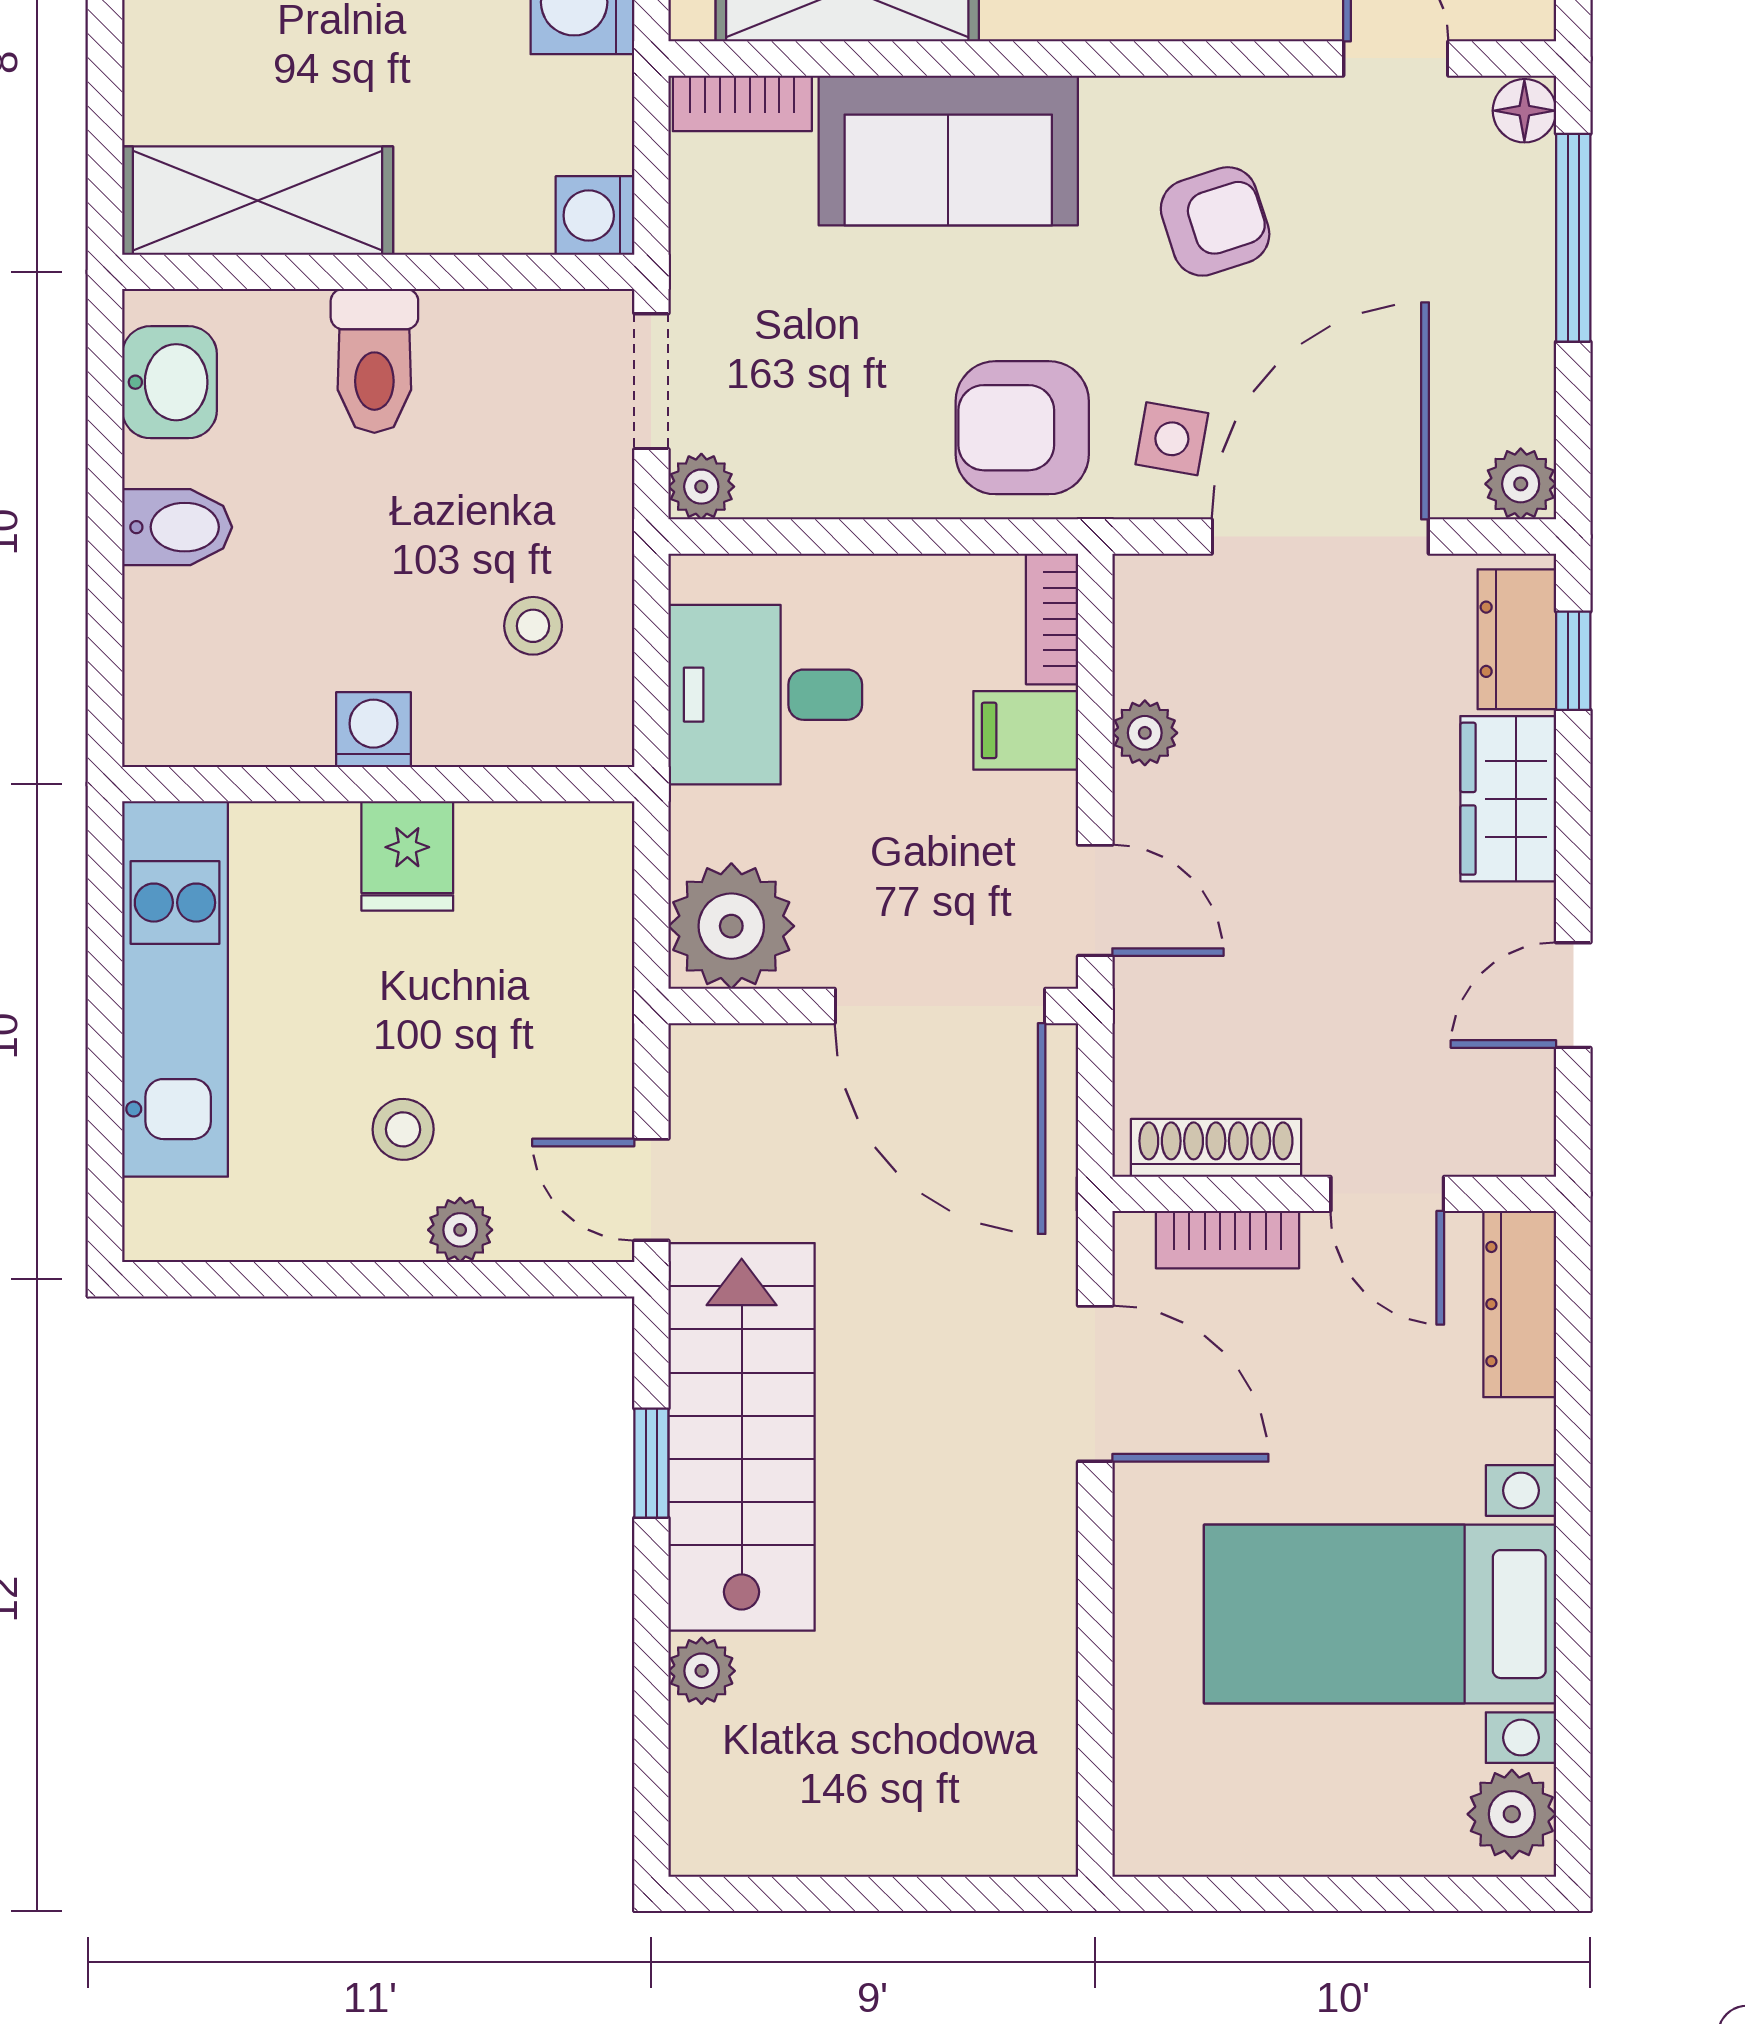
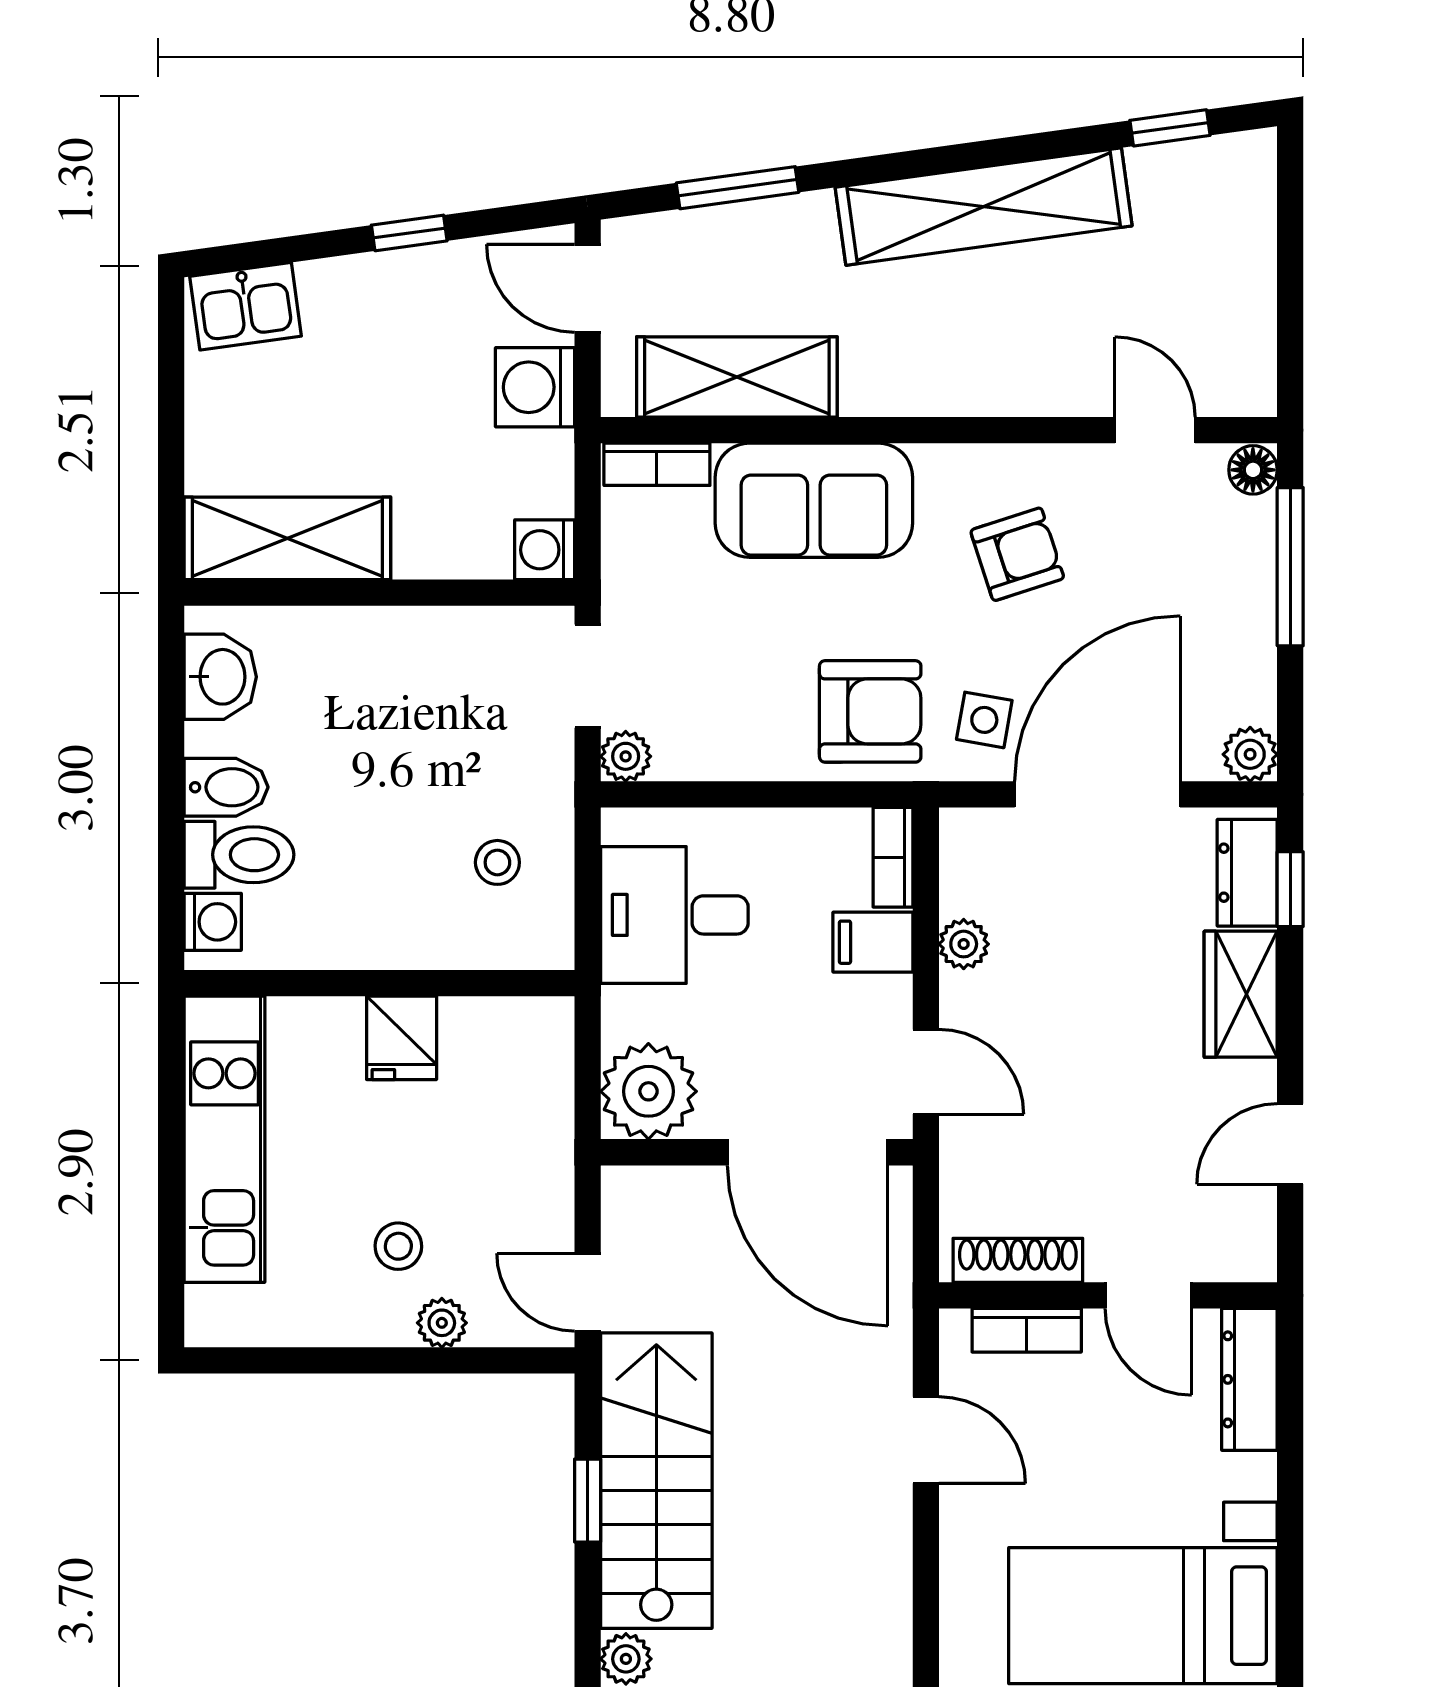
toilet: (374, 361) -> (239, 855), moved, turned -90
armchair: (1022, 428) -> (870, 711), turned 180
washing machine: (373, 730) -> (213, 922), moved, turned 90
door: (1095, 1384) -> (926, 1440), width x0.73

